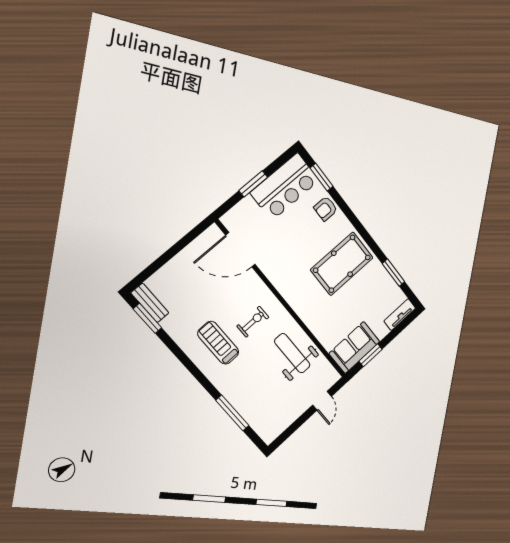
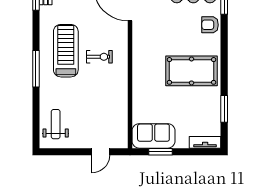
treadmill: (218, 343) -> (66, 51), width x1.37, depth x1.38
weight bench: (292, 353) -> (56, 124), moved, width x0.73, depth x0.75
window: (232, 413) -> (36, 69), moved

